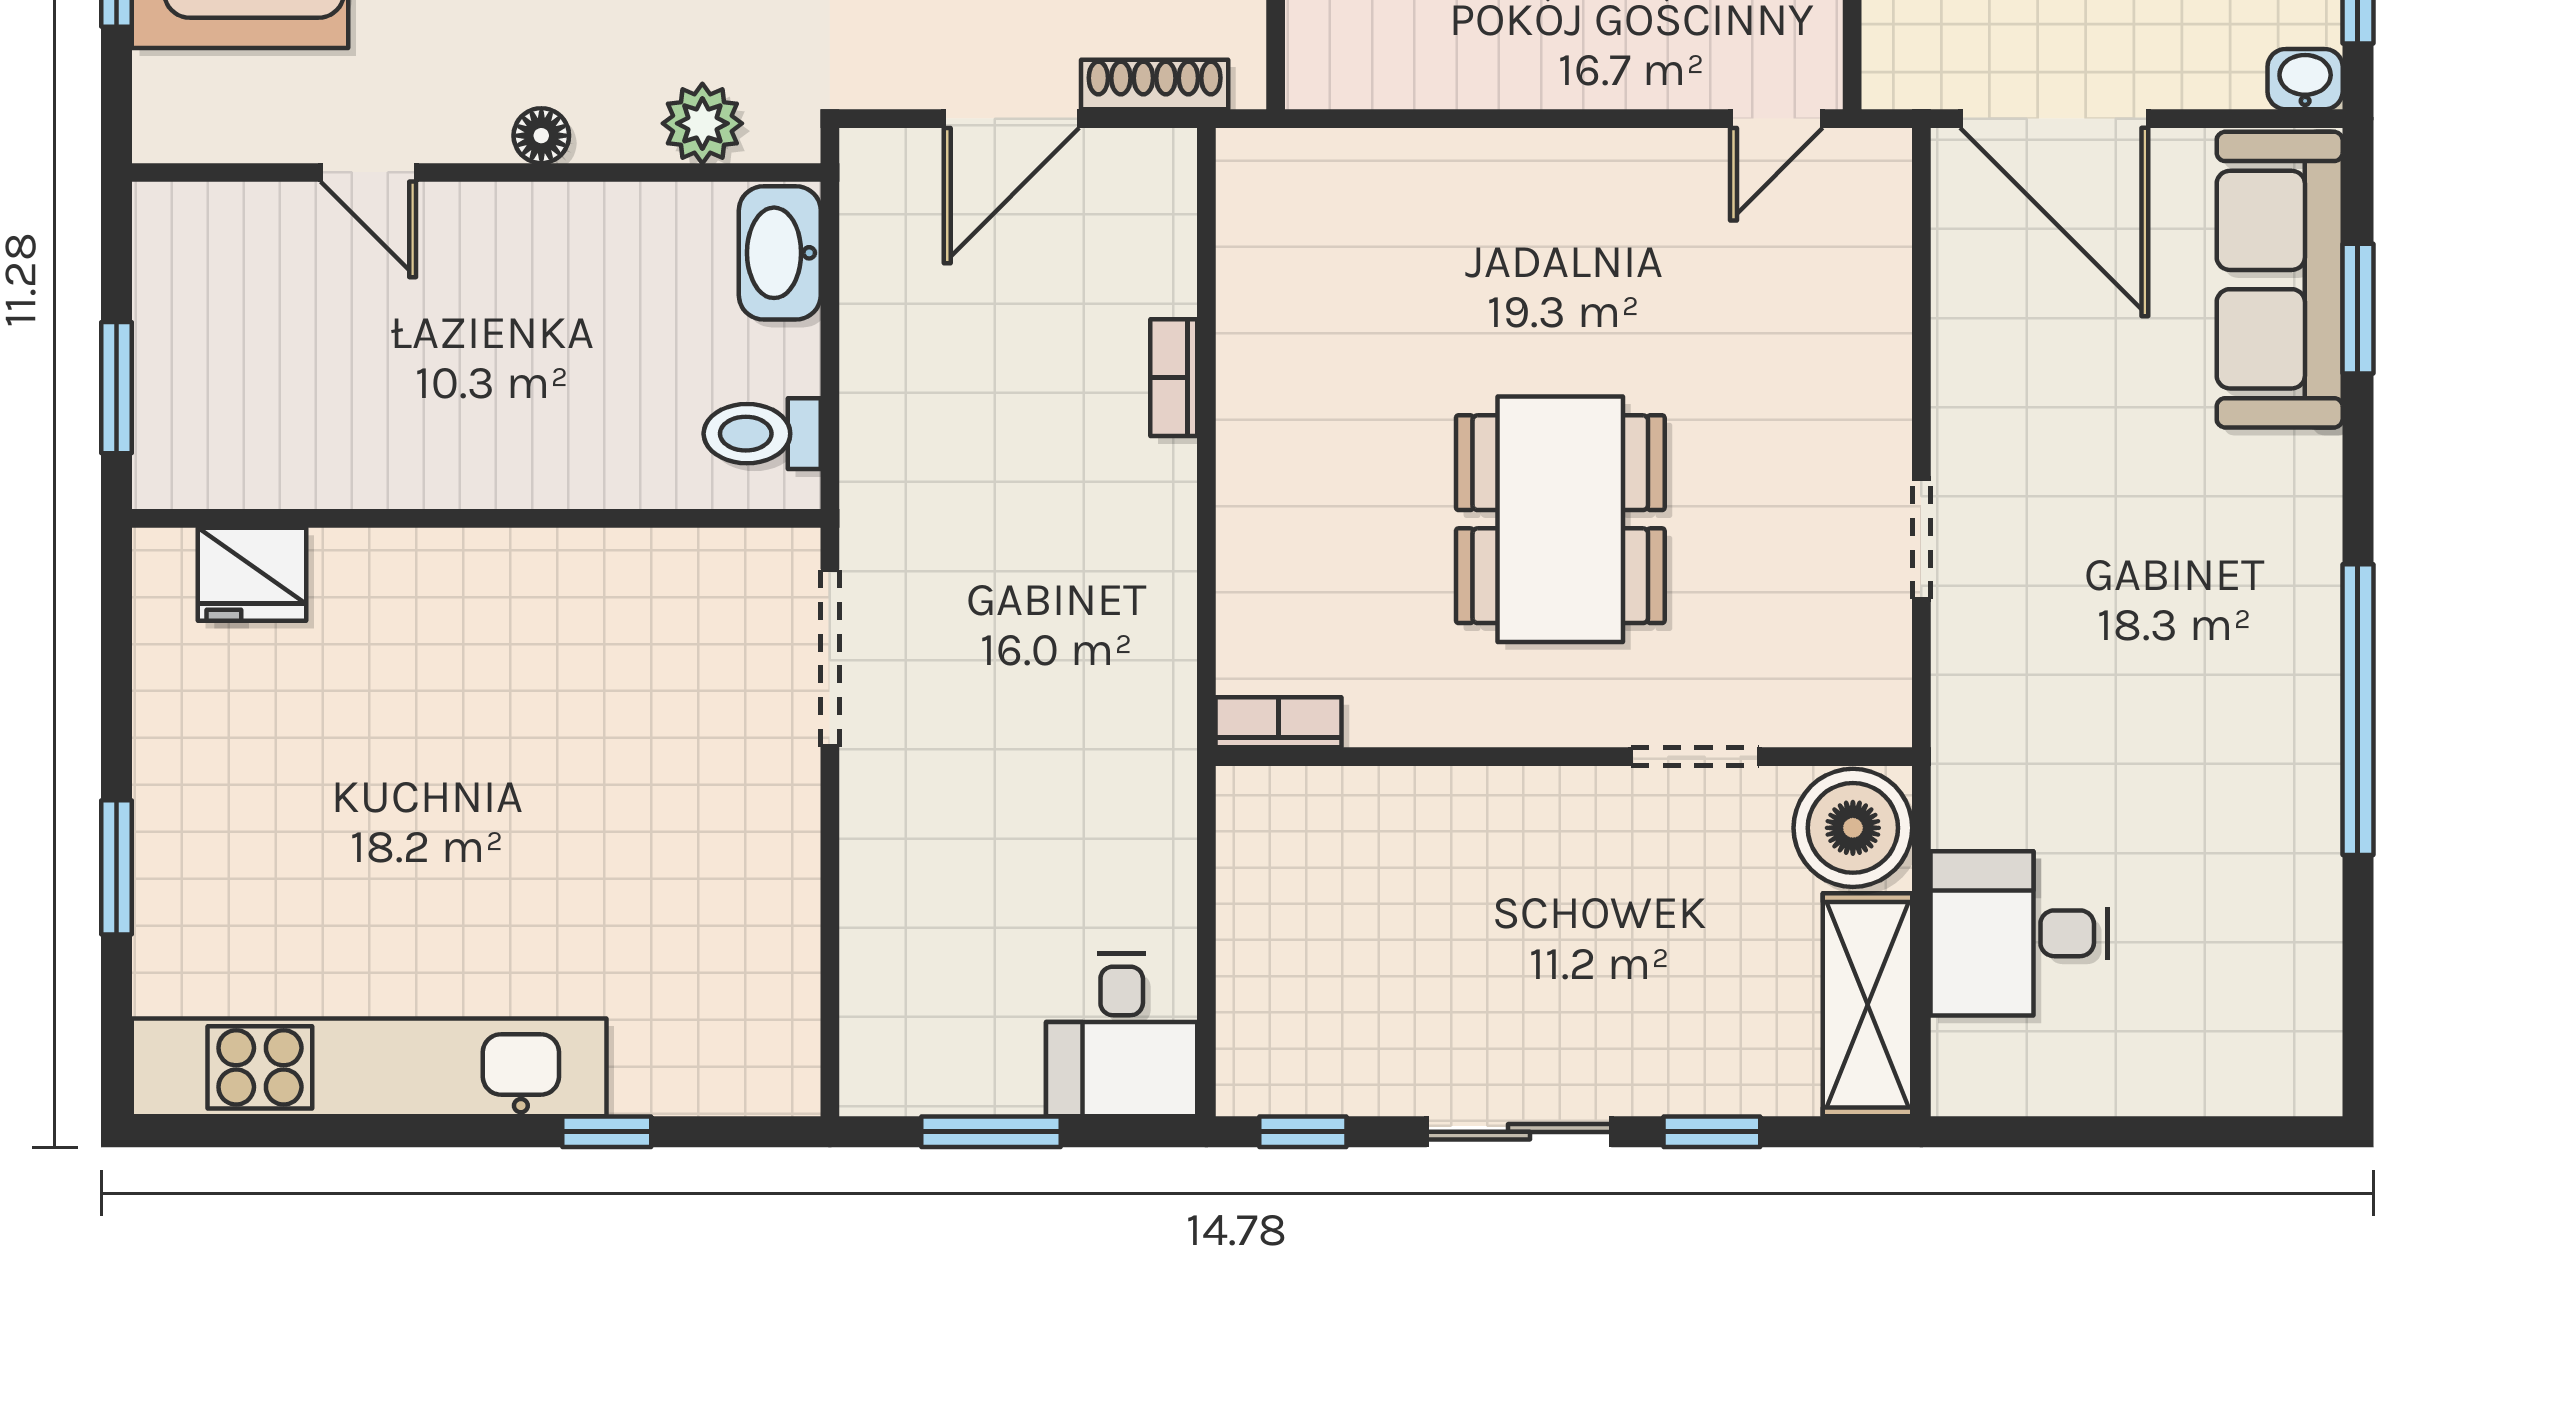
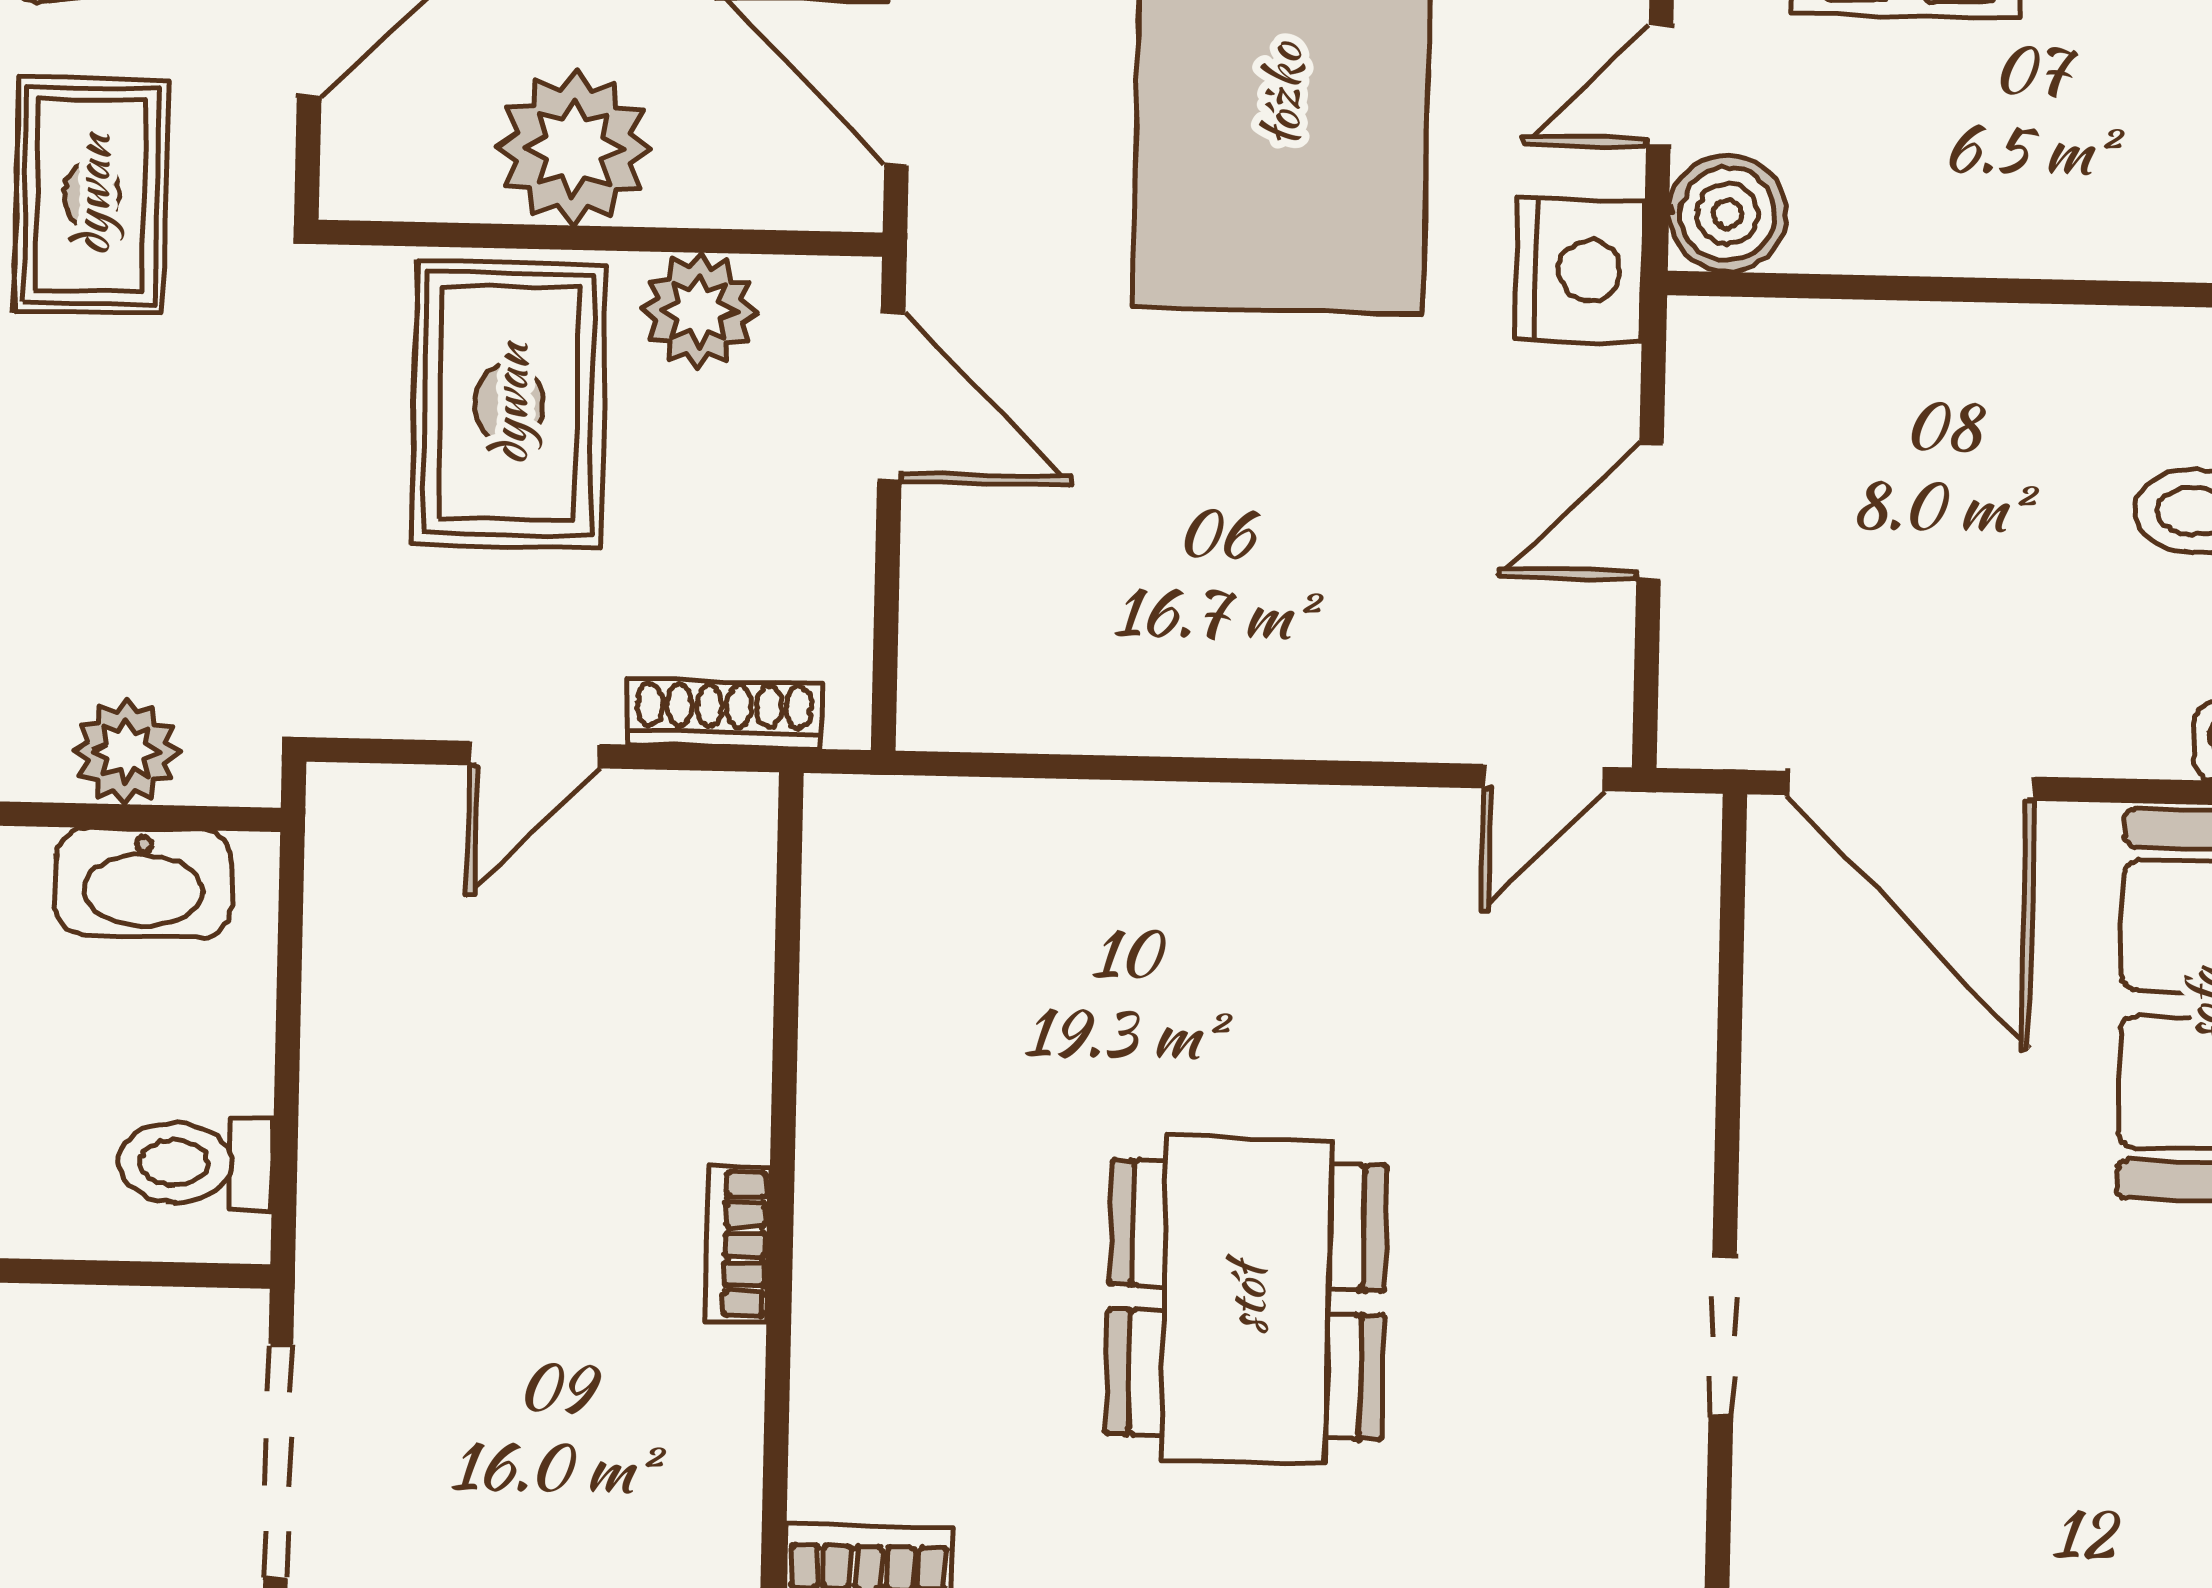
door: (1011, 119) -> (534, 755), width x0.73
washbasin: (780, 253) -> (144, 883), moved, turned -90
bookcase: (1174, 378) -> (737, 1244), moved

